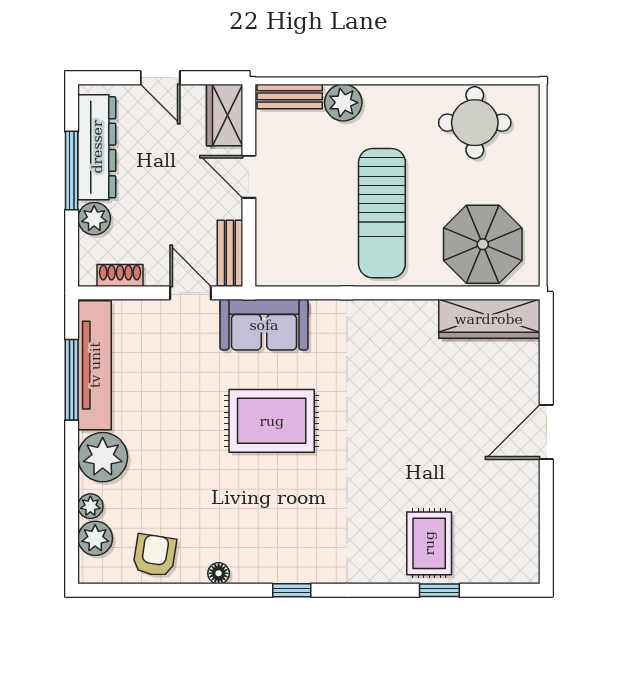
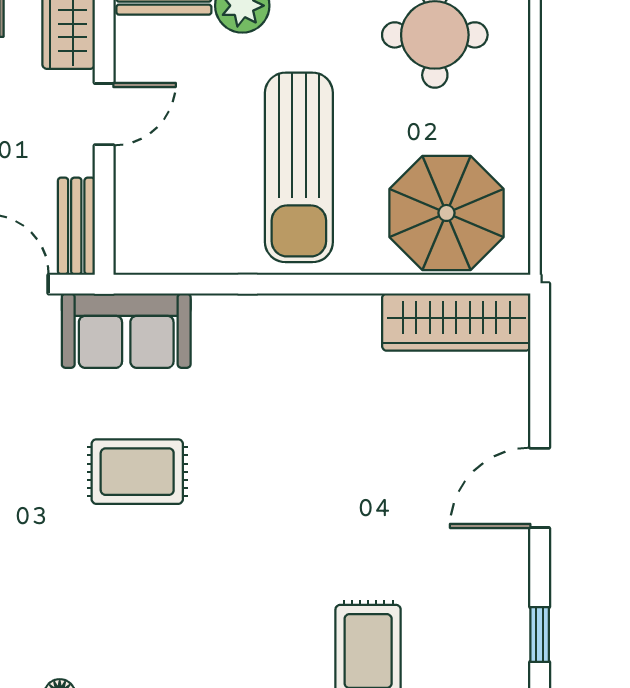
door: (249, 177) -> (104, 114), swing flipped
rug: (272, 421) -> (137, 472), width x0.73, depth x0.70
window: (546, 532) -> (540, 635), added

